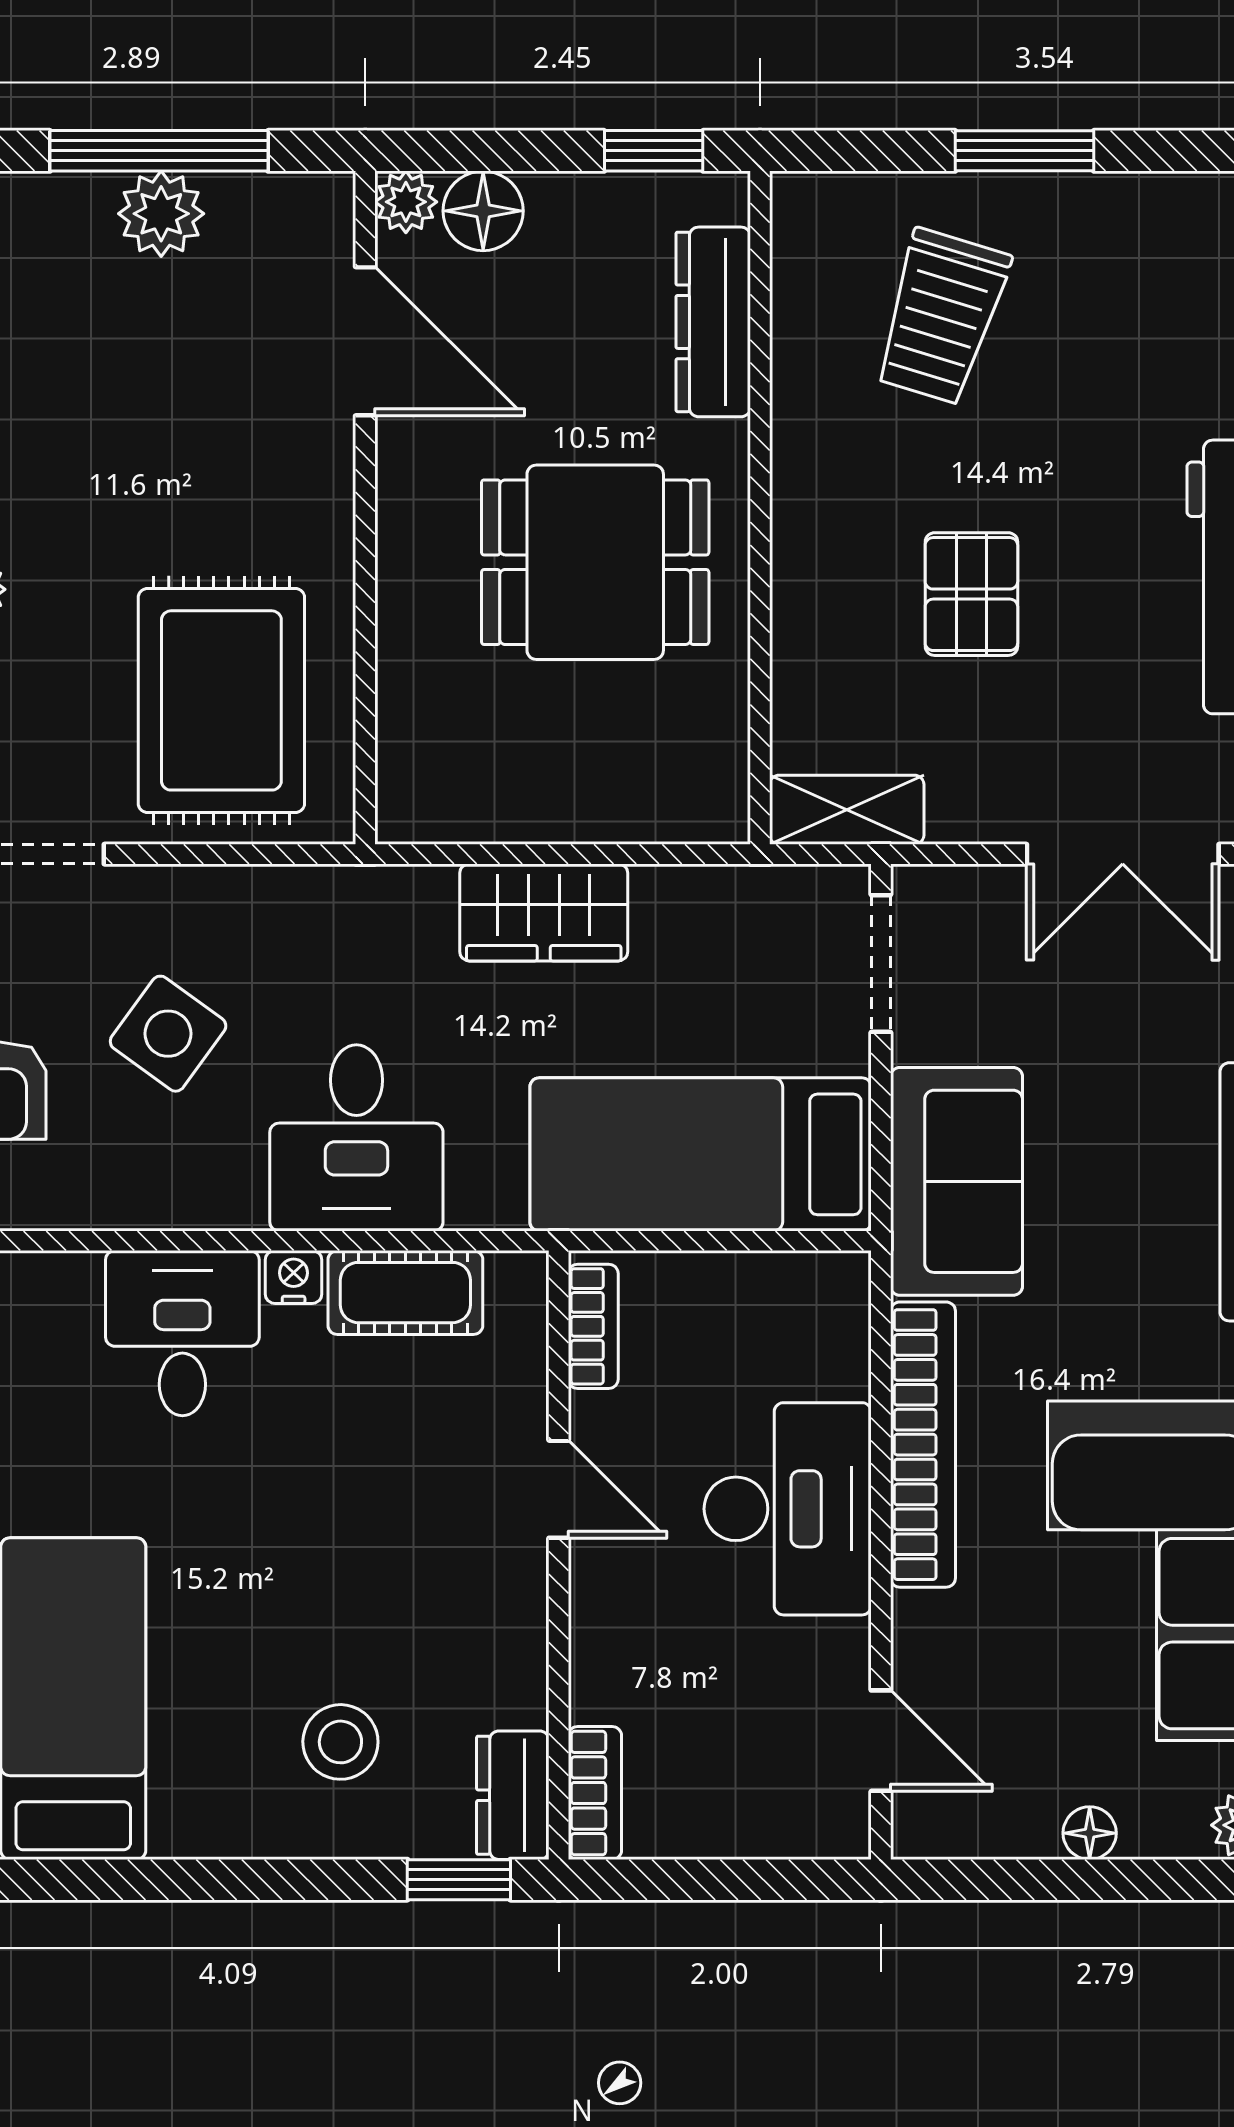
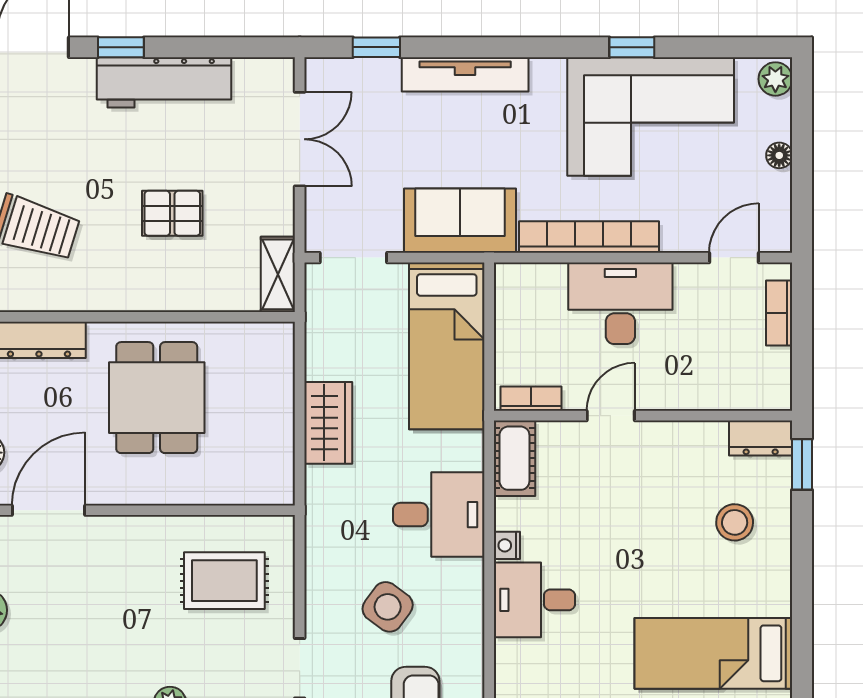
rug: (221, 700) -> (224, 581), width x0.73, depth x0.70
cot: (405, 1293) -> (514, 458), moved
bookcase: (595, 1793) -> (779, 313), moved, turned -90

